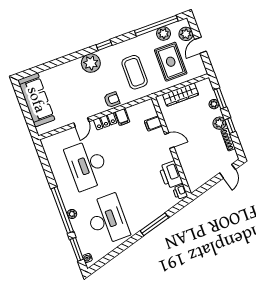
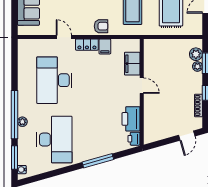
wardrobe: (181, 95) -> (169, 46), removed
door: (81, 122) -> (64, 37), swing flipped
plant: (219, 123) -> (196, 54), moved
filing cabinet: (153, 124) -> (132, 64), width x2.00

